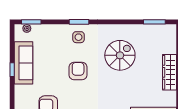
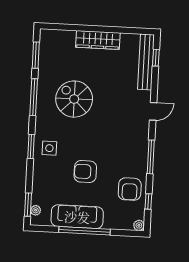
window: (120, 22) -> (34, 97), added
window: (12, 70) -> (85, 231), width x3.17
armchair: (78, 71) -> (85, 172), moved

